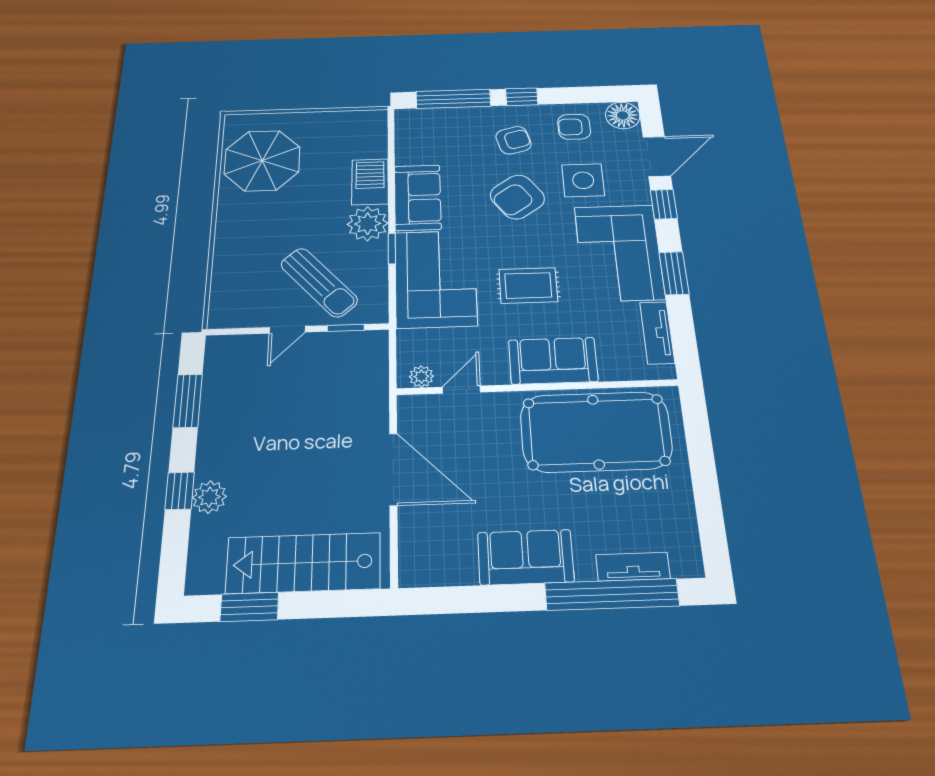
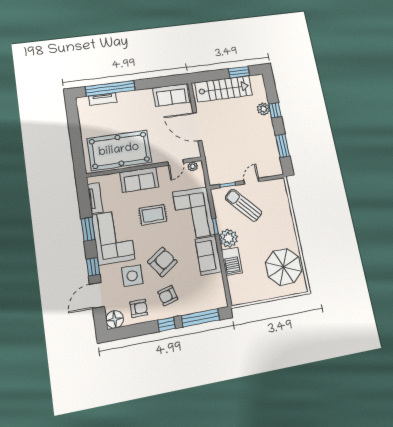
sofa: (526, 557) -> (171, 95), moved

